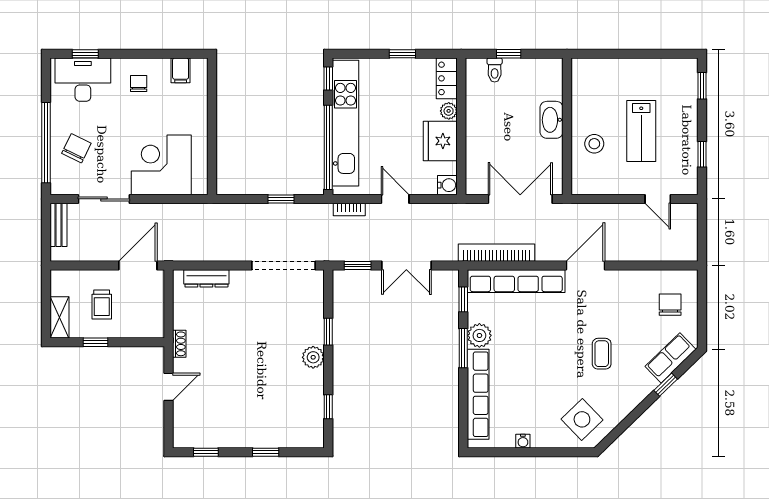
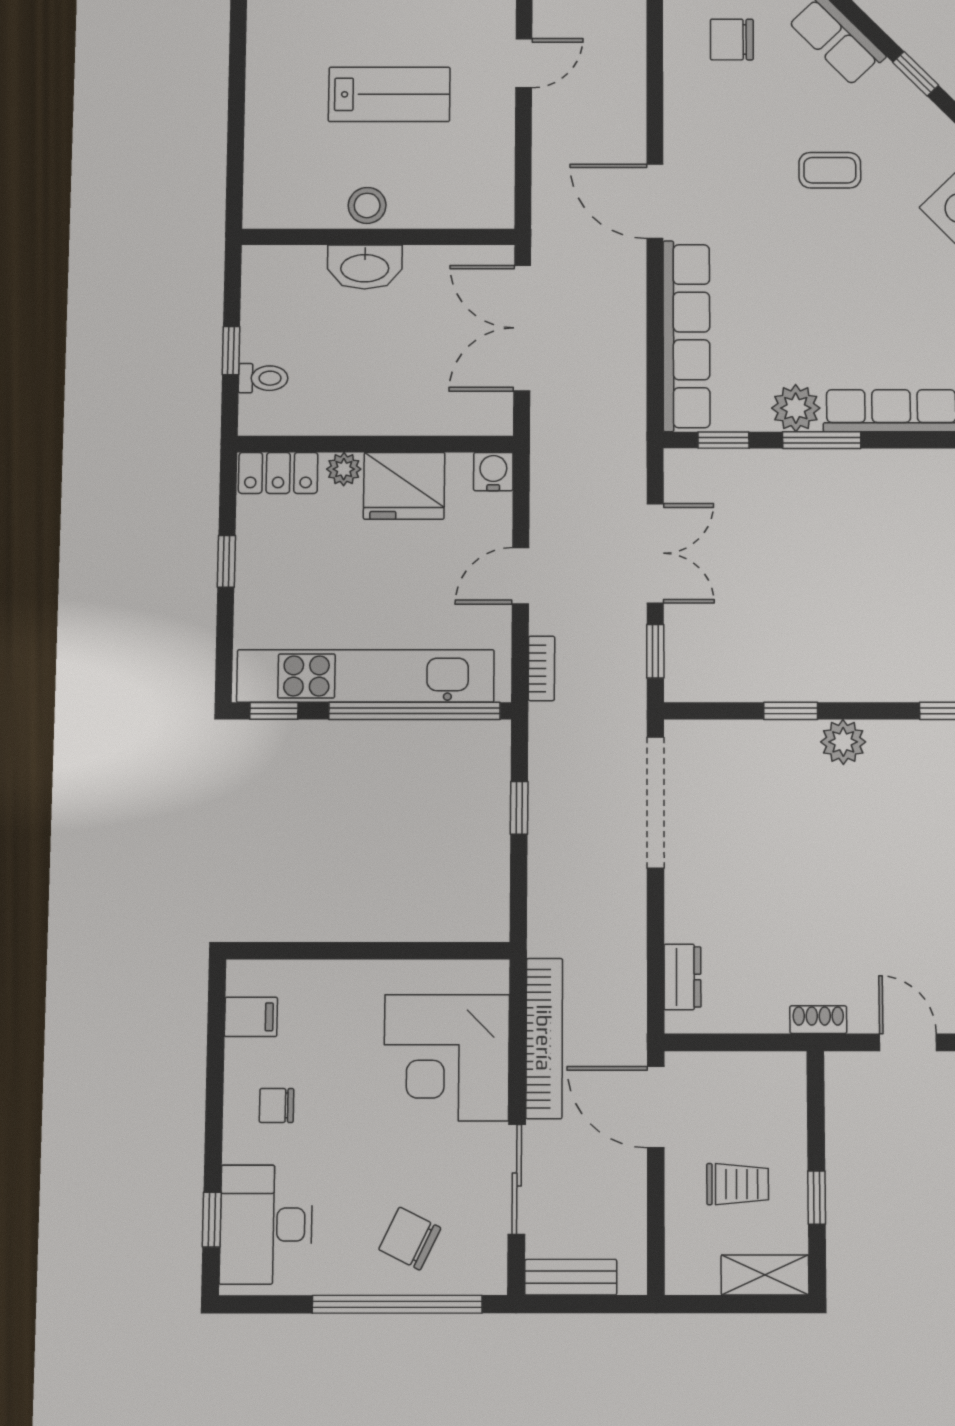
stool: (594, 144) -> (367, 205), moved
bookcase: (497, 253) -> (544, 1038), moved, turned 180
dresser: (206, 278) -> (682, 977), width x0.70
window: (666, 385) -> (916, 74), moved

